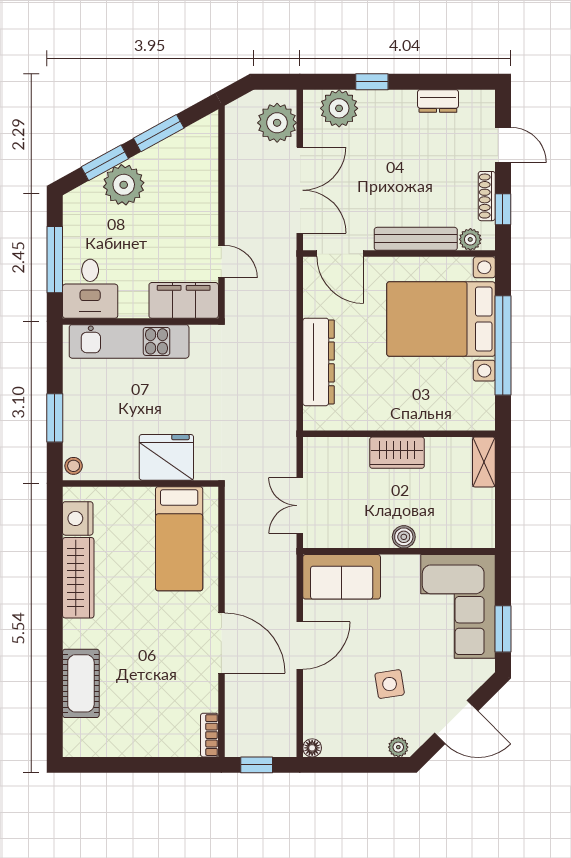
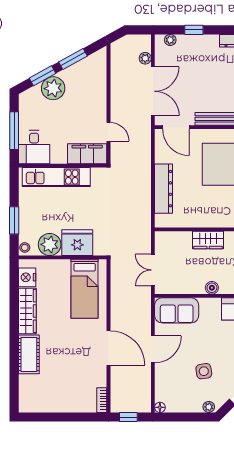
plant: (339, 108) -> (170, 40), width x0.53, depth x0.53
plant: (277, 123) -> (145, 58), width x0.53, depth x0.53
plant: (117, 461) -> (50, 244), added
cot: (81, 683) -> (29, 354), moved

